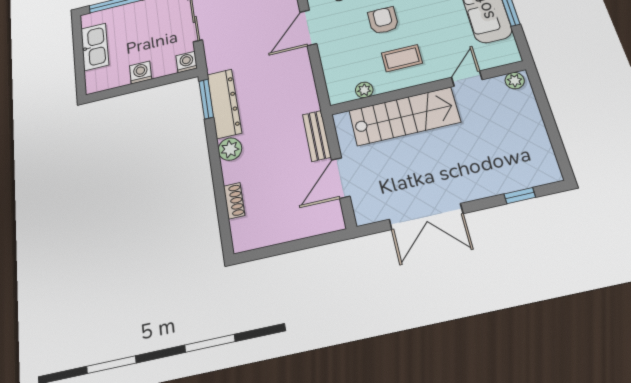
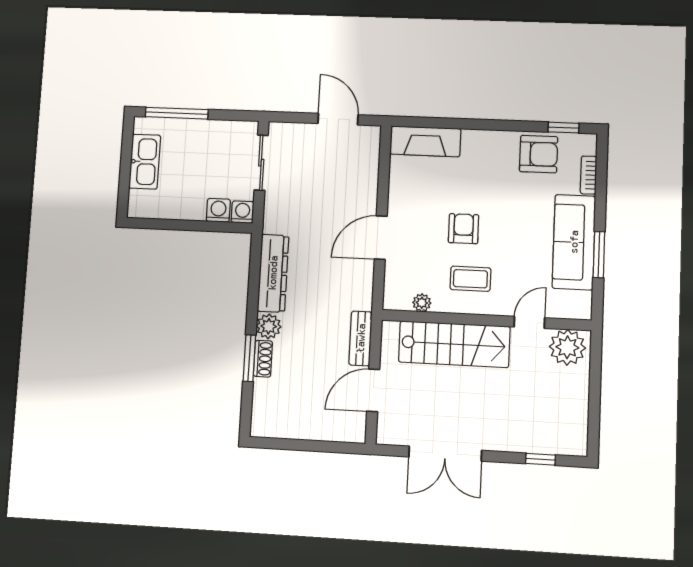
door: (308, 28) -> (381, 238), moved
washing machine: (141, 72) -> (218, 210), moved
plant: (515, 81) -> (567, 347), width x1.87, depth x1.87
window: (206, 99) -> (249, 358), moved
shoe rack: (234, 201) -> (263, 359), moved

